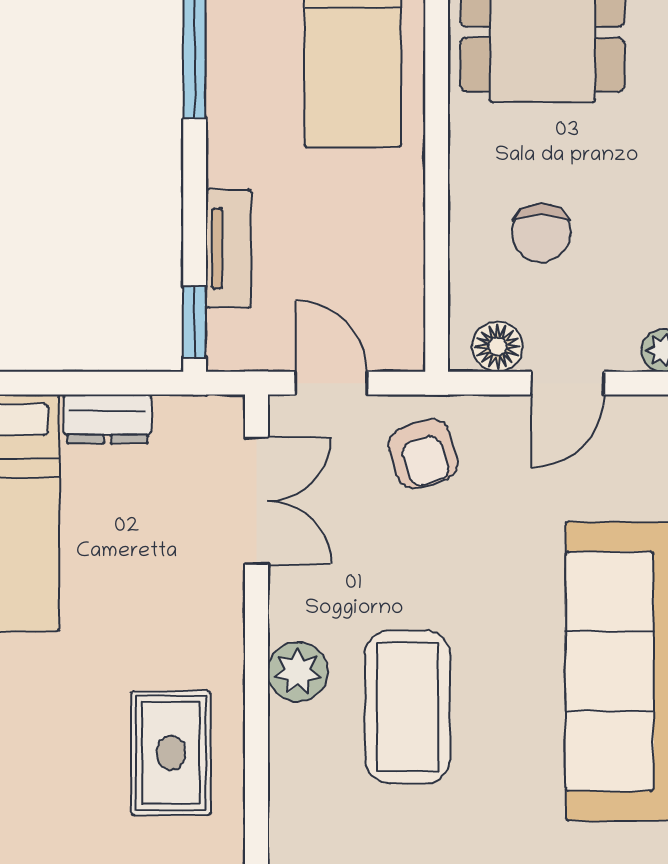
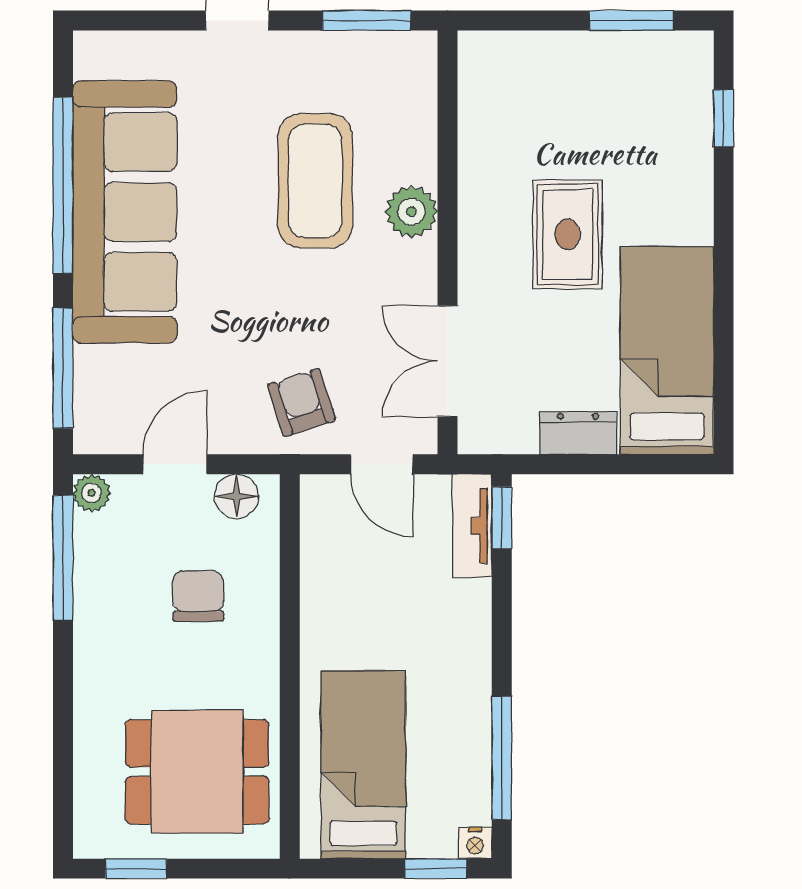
tv unit: (228, 248) -> (472, 526), moved
rug: (171, 753) -> (568, 234), moved

